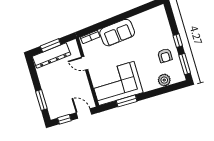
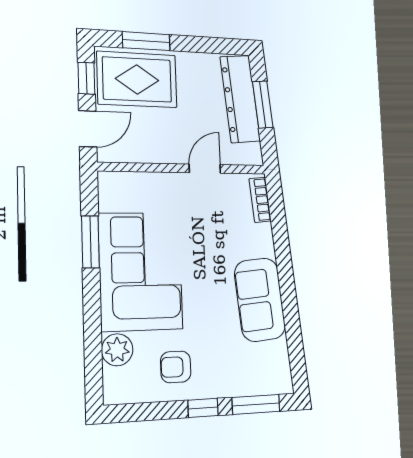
sofa: (117, 33) -> (260, 300), moved
window: (185, 64) -> (256, 404), moved
corner sofa: (116, 83) -> (141, 271), moved
rug: (58, 100) -> (137, 79), added

